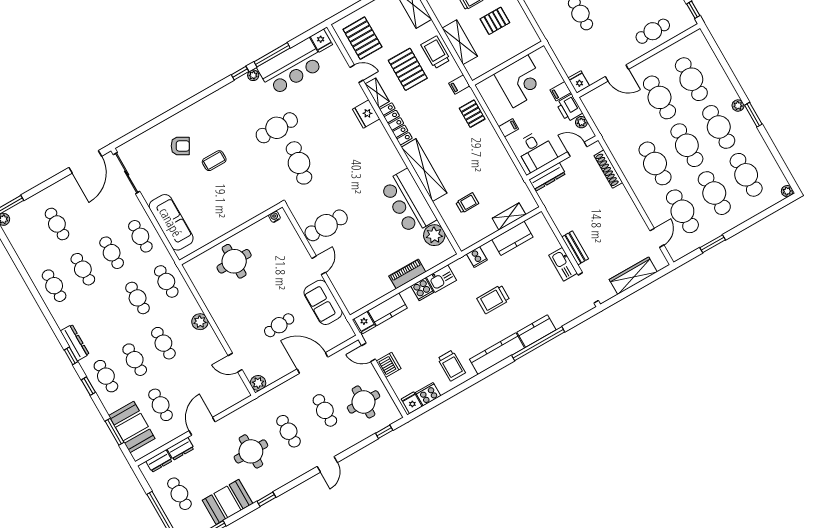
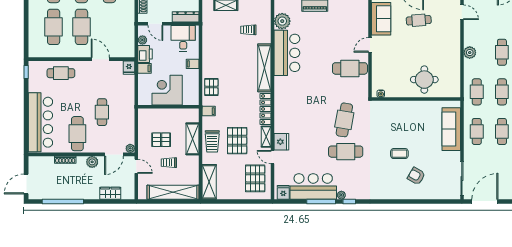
fridge: (366, 114) -> (281, 142), moved

